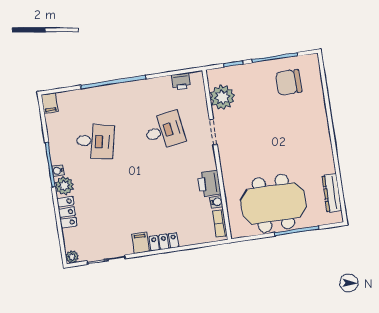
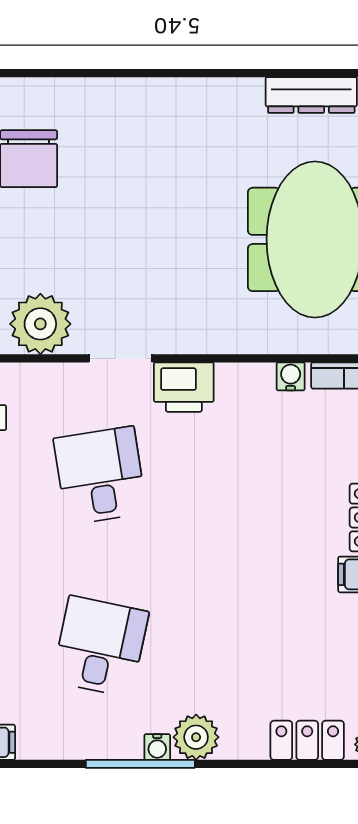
printer: (209, 183) -> (184, 387), moved
locker: (67, 212) -> (307, 740), moved

